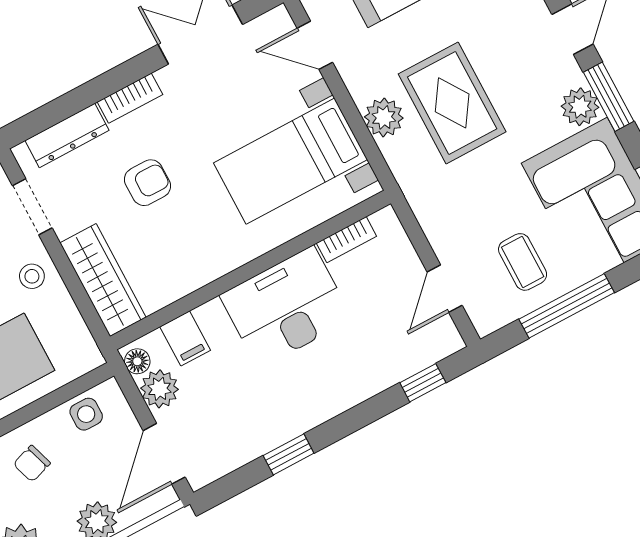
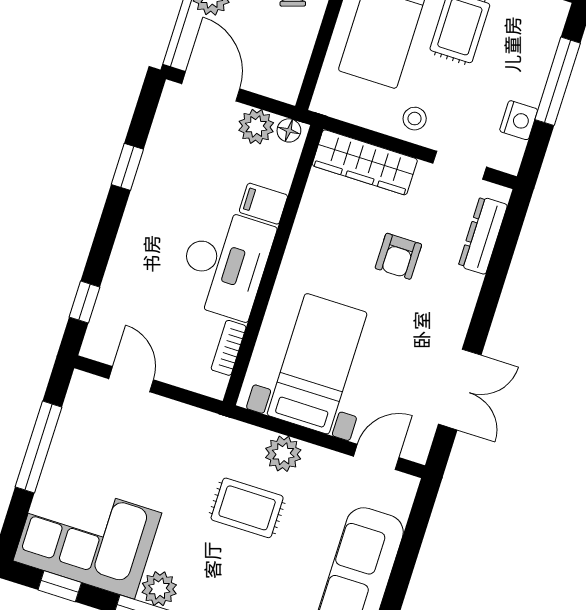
bookcase: (130, 98) -> (465, 301), removed
rug: (452, 103) -> (247, 508), width x0.73, depth x0.70
coffee table: (523, 262) -> (97, 448), removed
filing cabinet: (185, 338) -> (263, 204), moved
side table: (86, 414) -> (289, 62), removed

